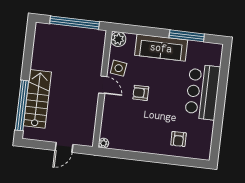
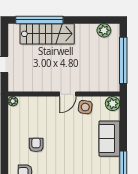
plant: (41, 39) -> (104, 30), added
sofa: (161, 48) -> (109, 139), width x0.73
armchair: (141, 93) -> (36, 145), moved

